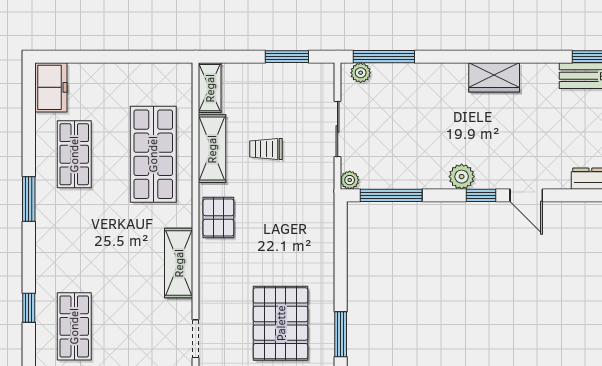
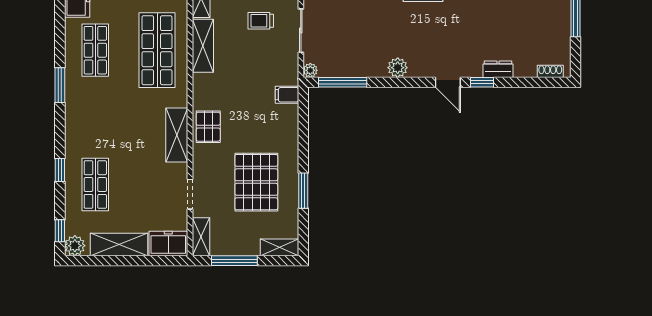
trolley: (266, 149) -> (261, 21), moved
window: (481, 195) -> (482, 82), moved
filing cabinet: (320, 211) -> (287, 95), added
pallet: (218, 217) -> (208, 127), moved

